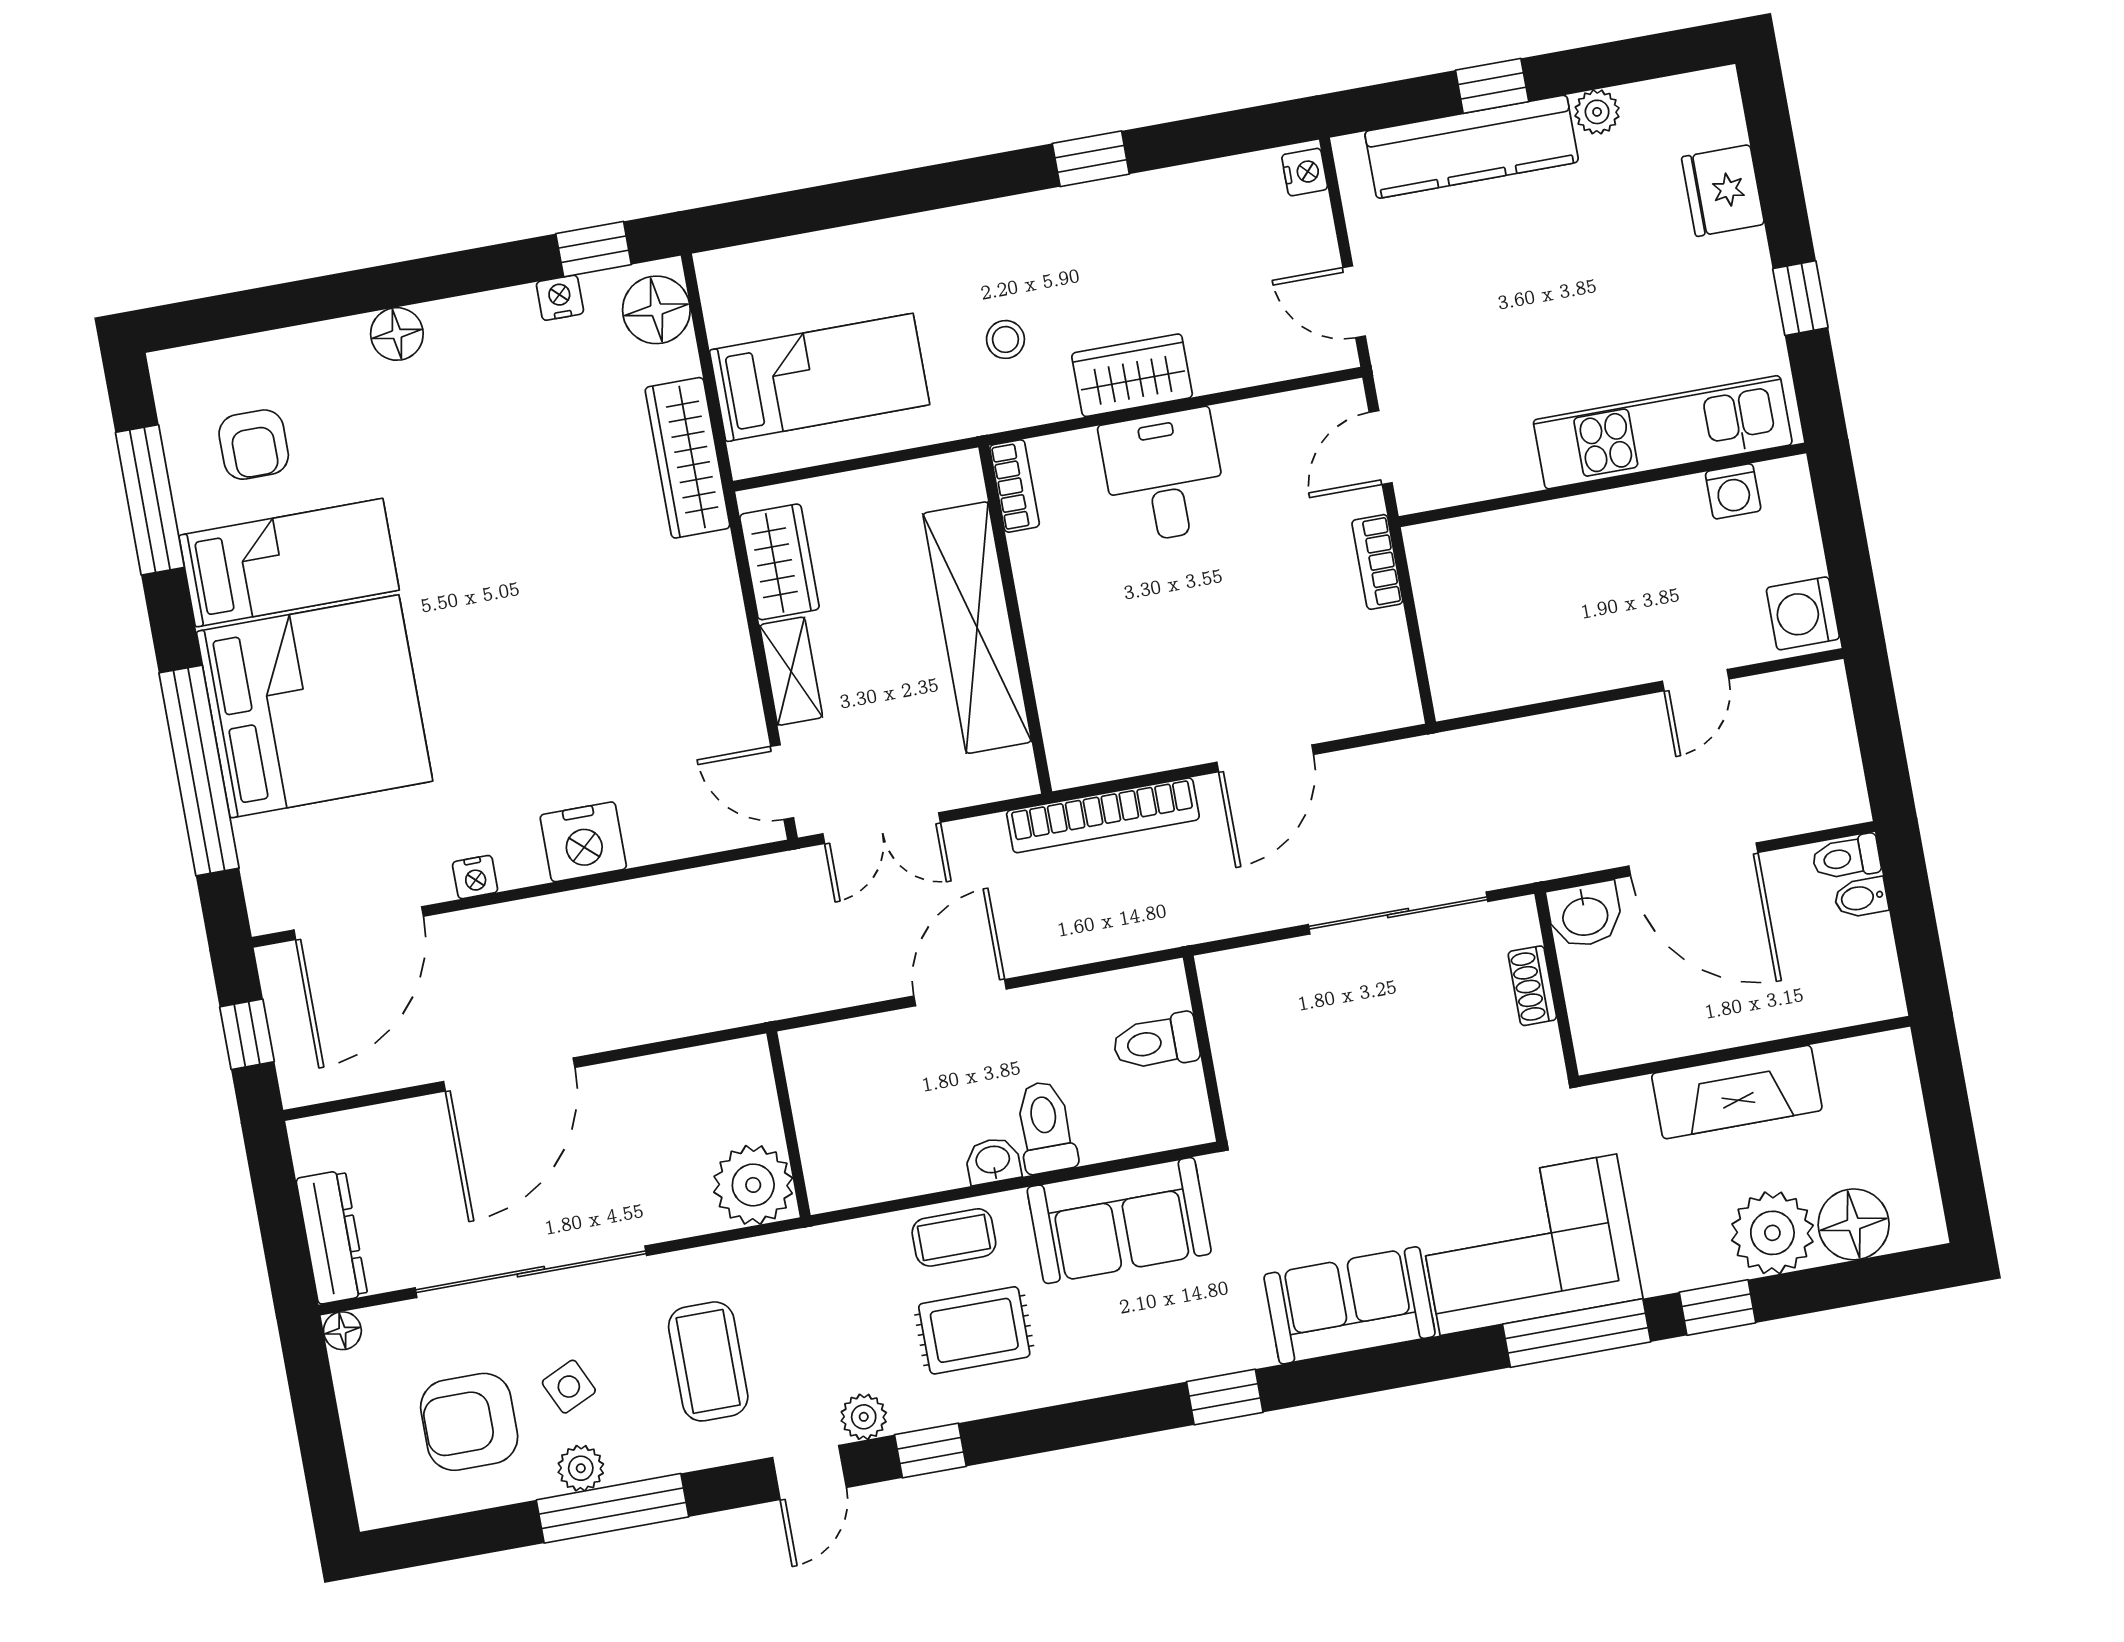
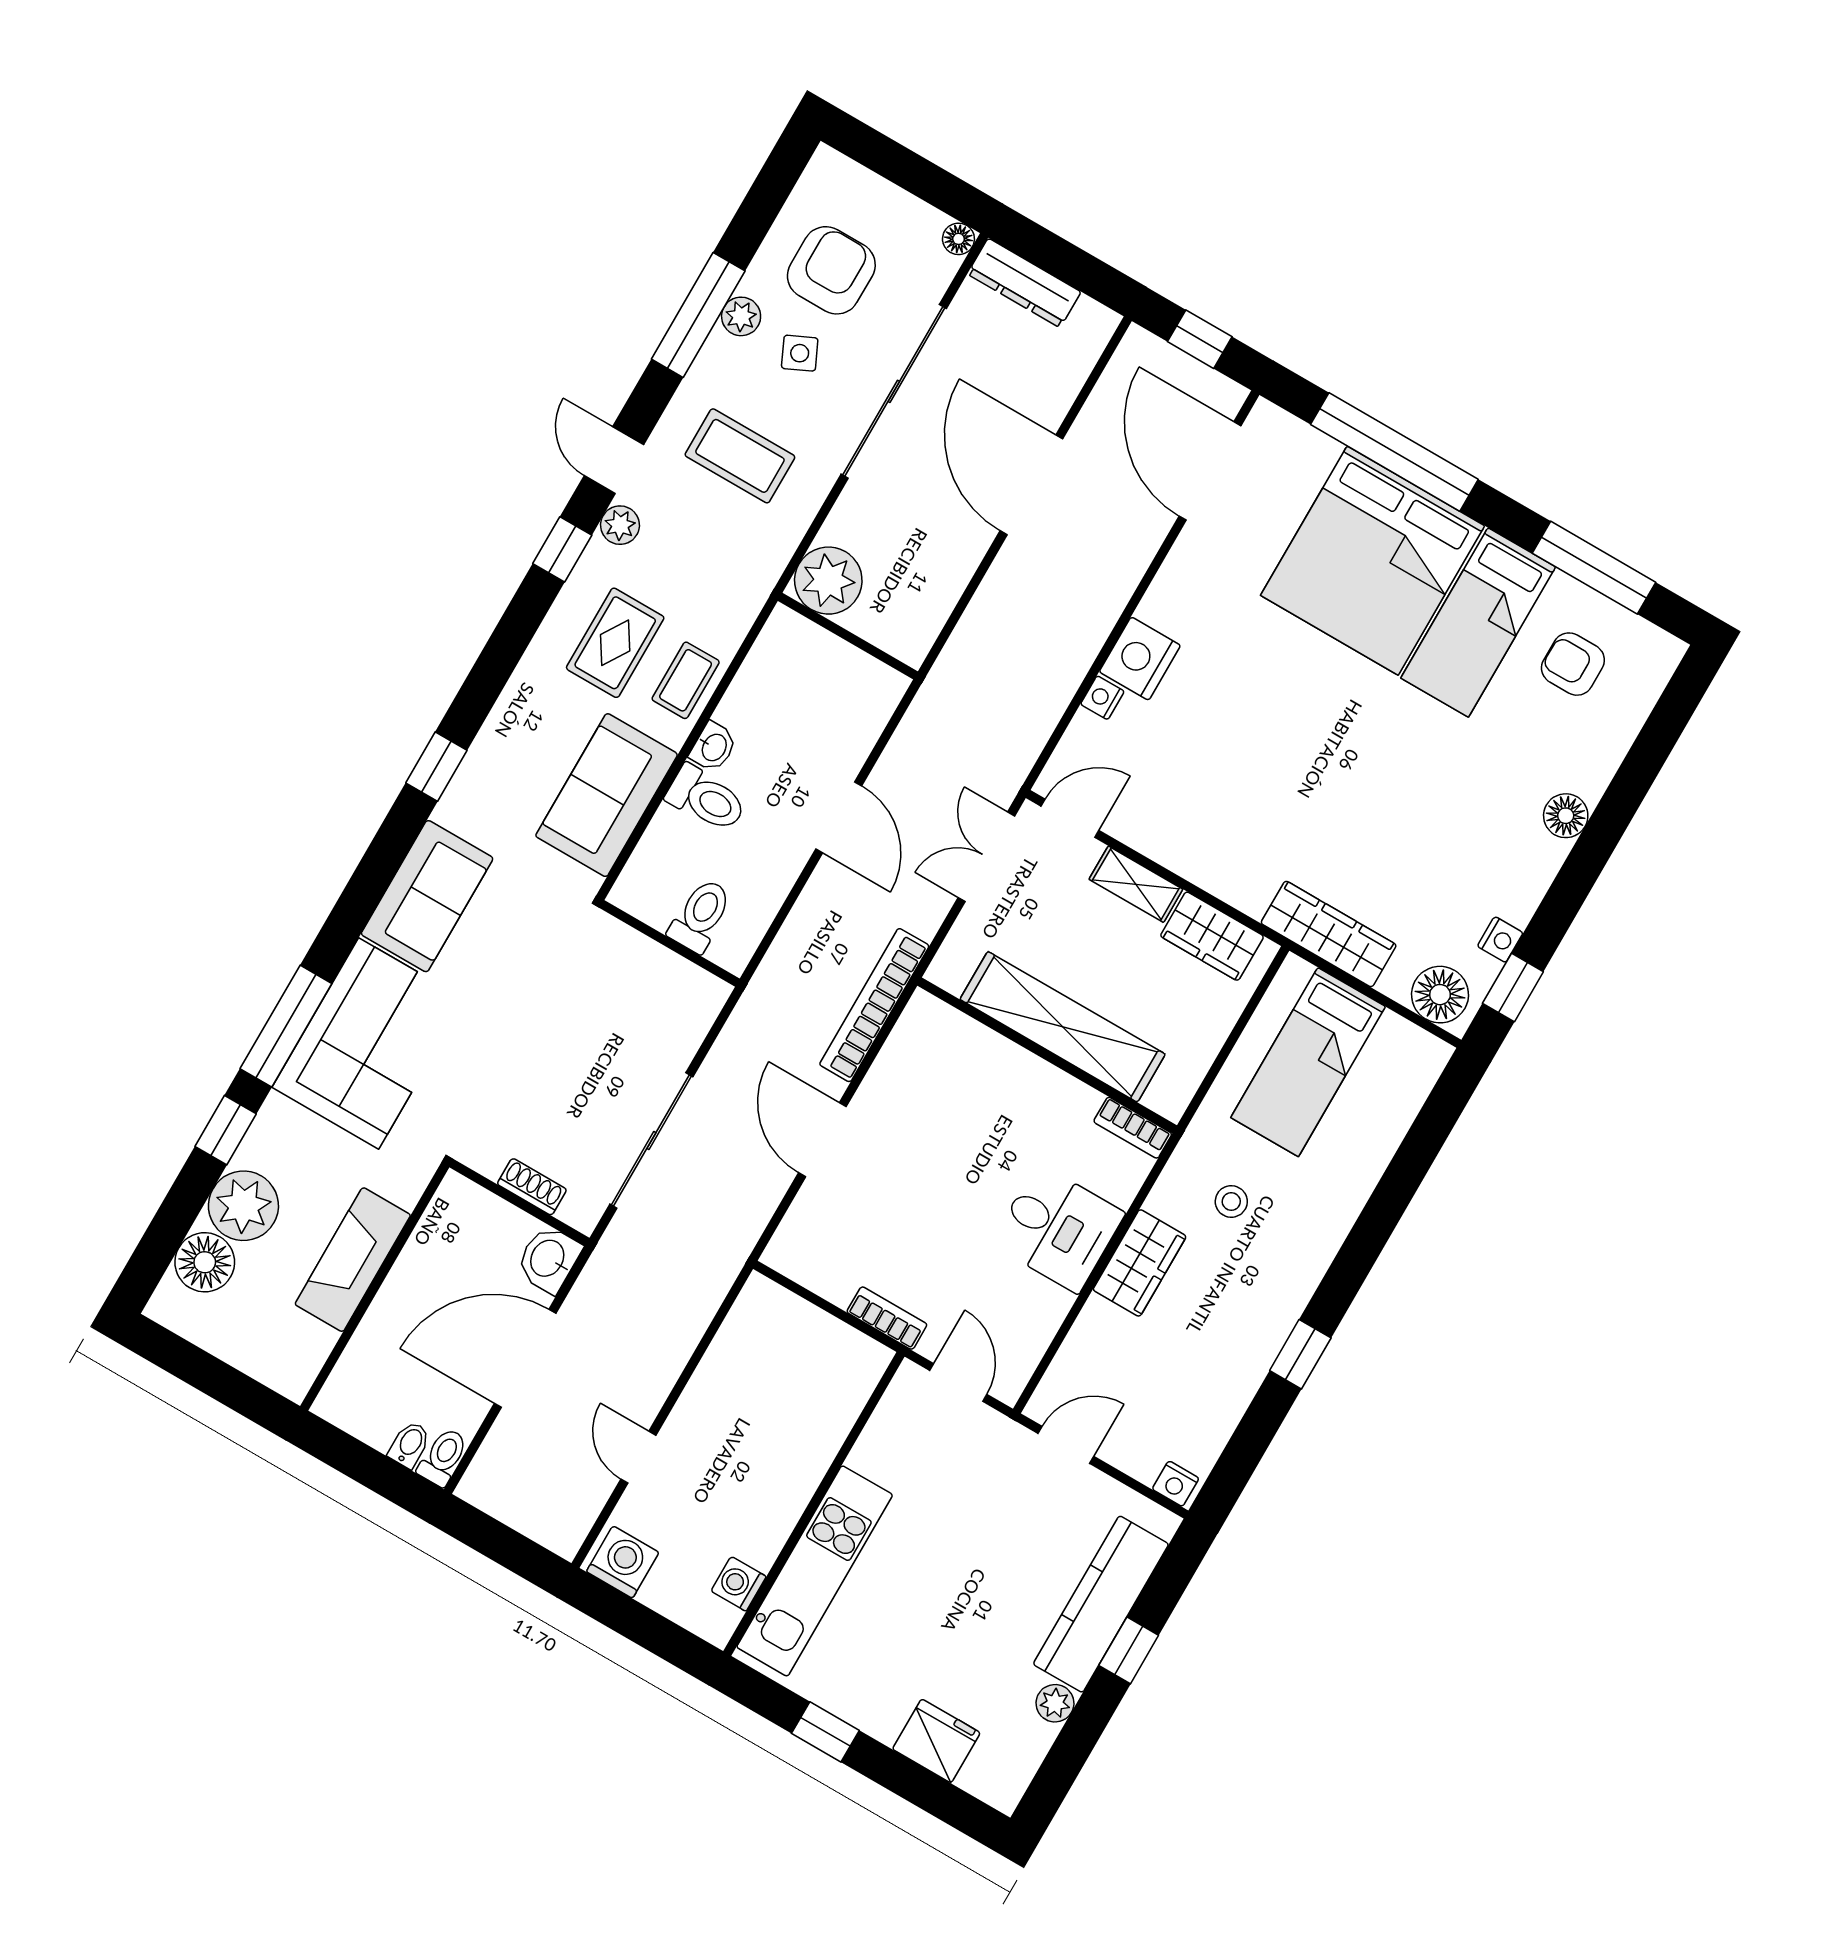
nightstand: (475, 877) -> (1102, 698), moved

